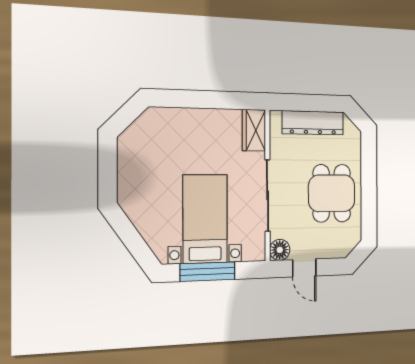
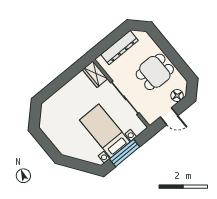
dining table: (332, 193) -> (155, 72), turned 90
floor lamp: (280, 250) -> (177, 96), moved

